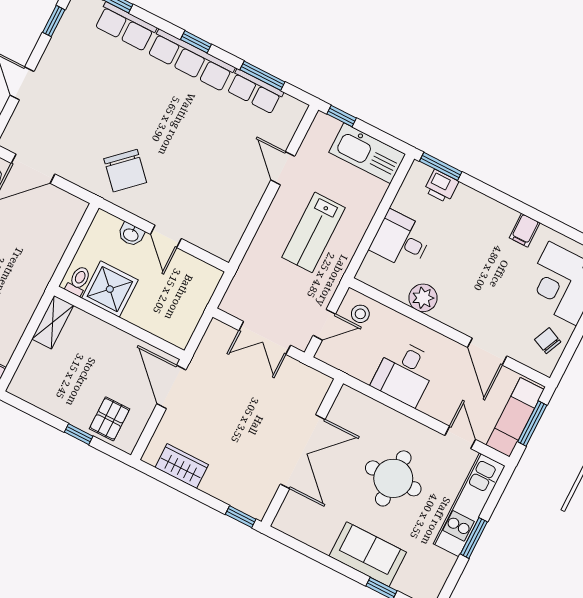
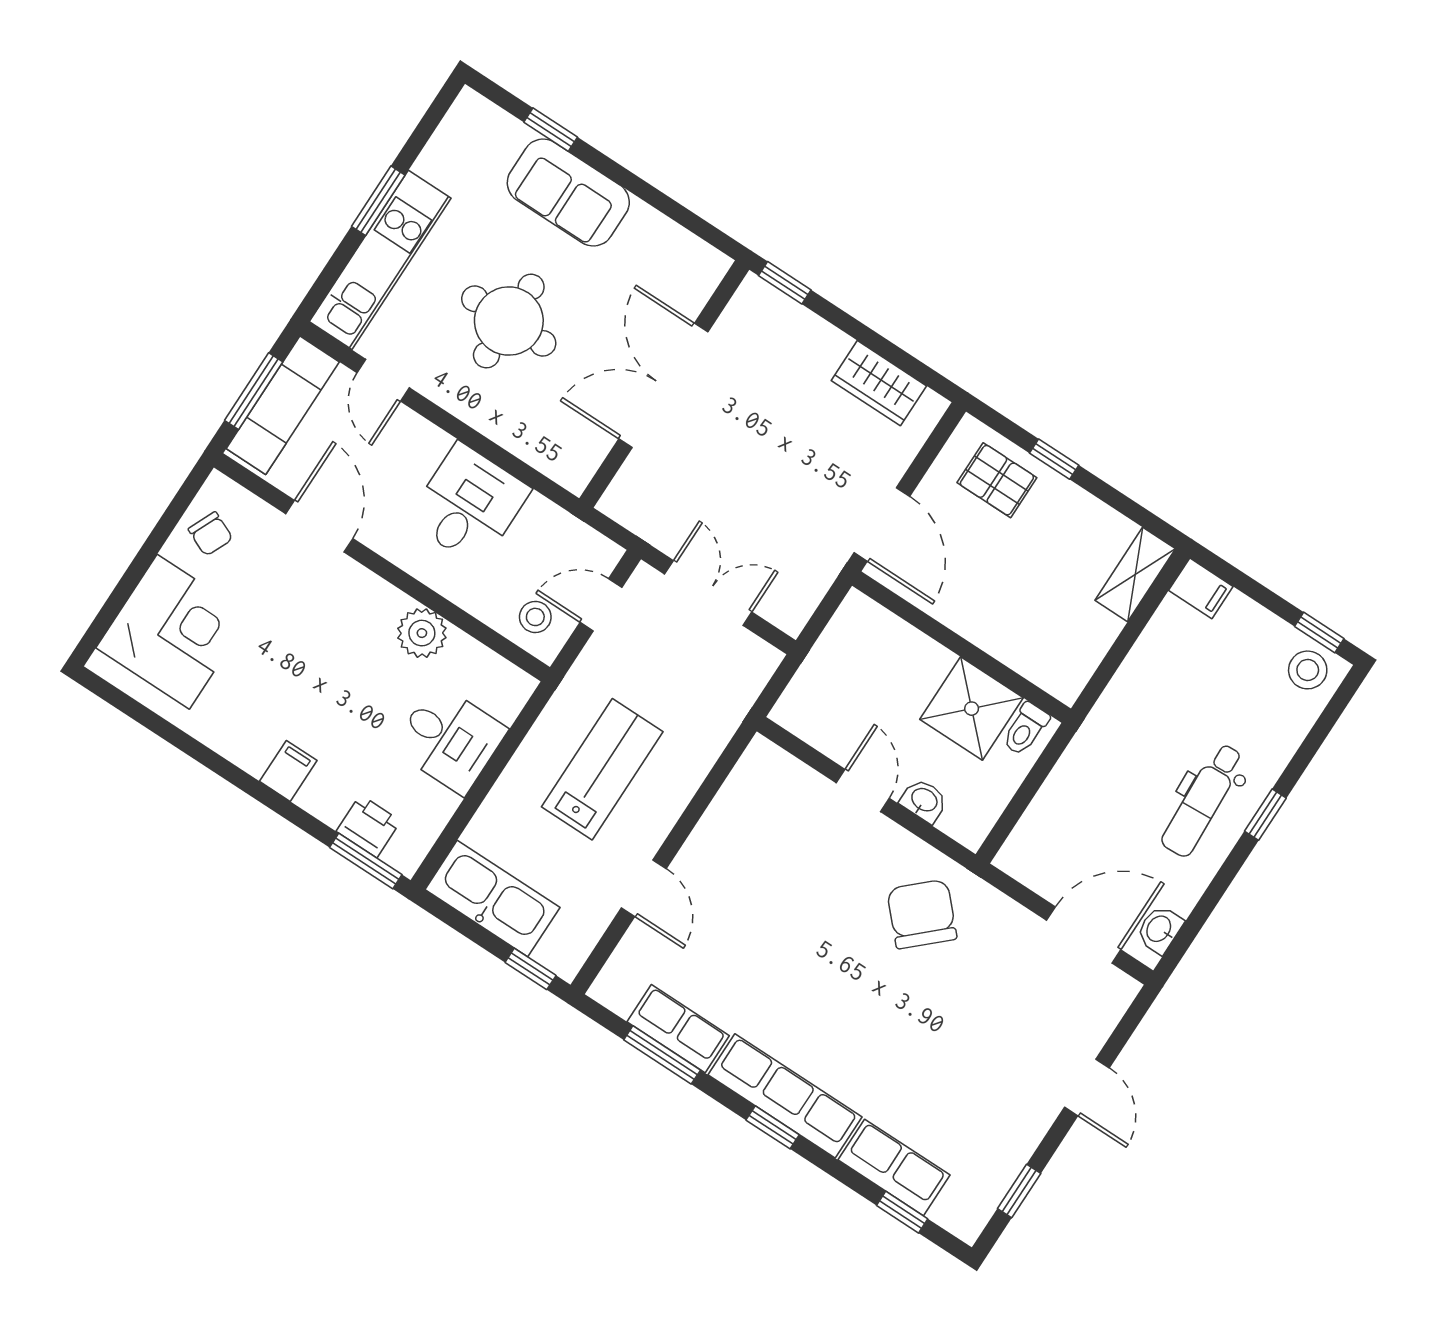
filing cabinet: (525, 230) -> (288, 771), moved
shelving: (53, 322) -> (1135, 574), moved
pallet: (110, 419) -> (997, 480), turned 90

